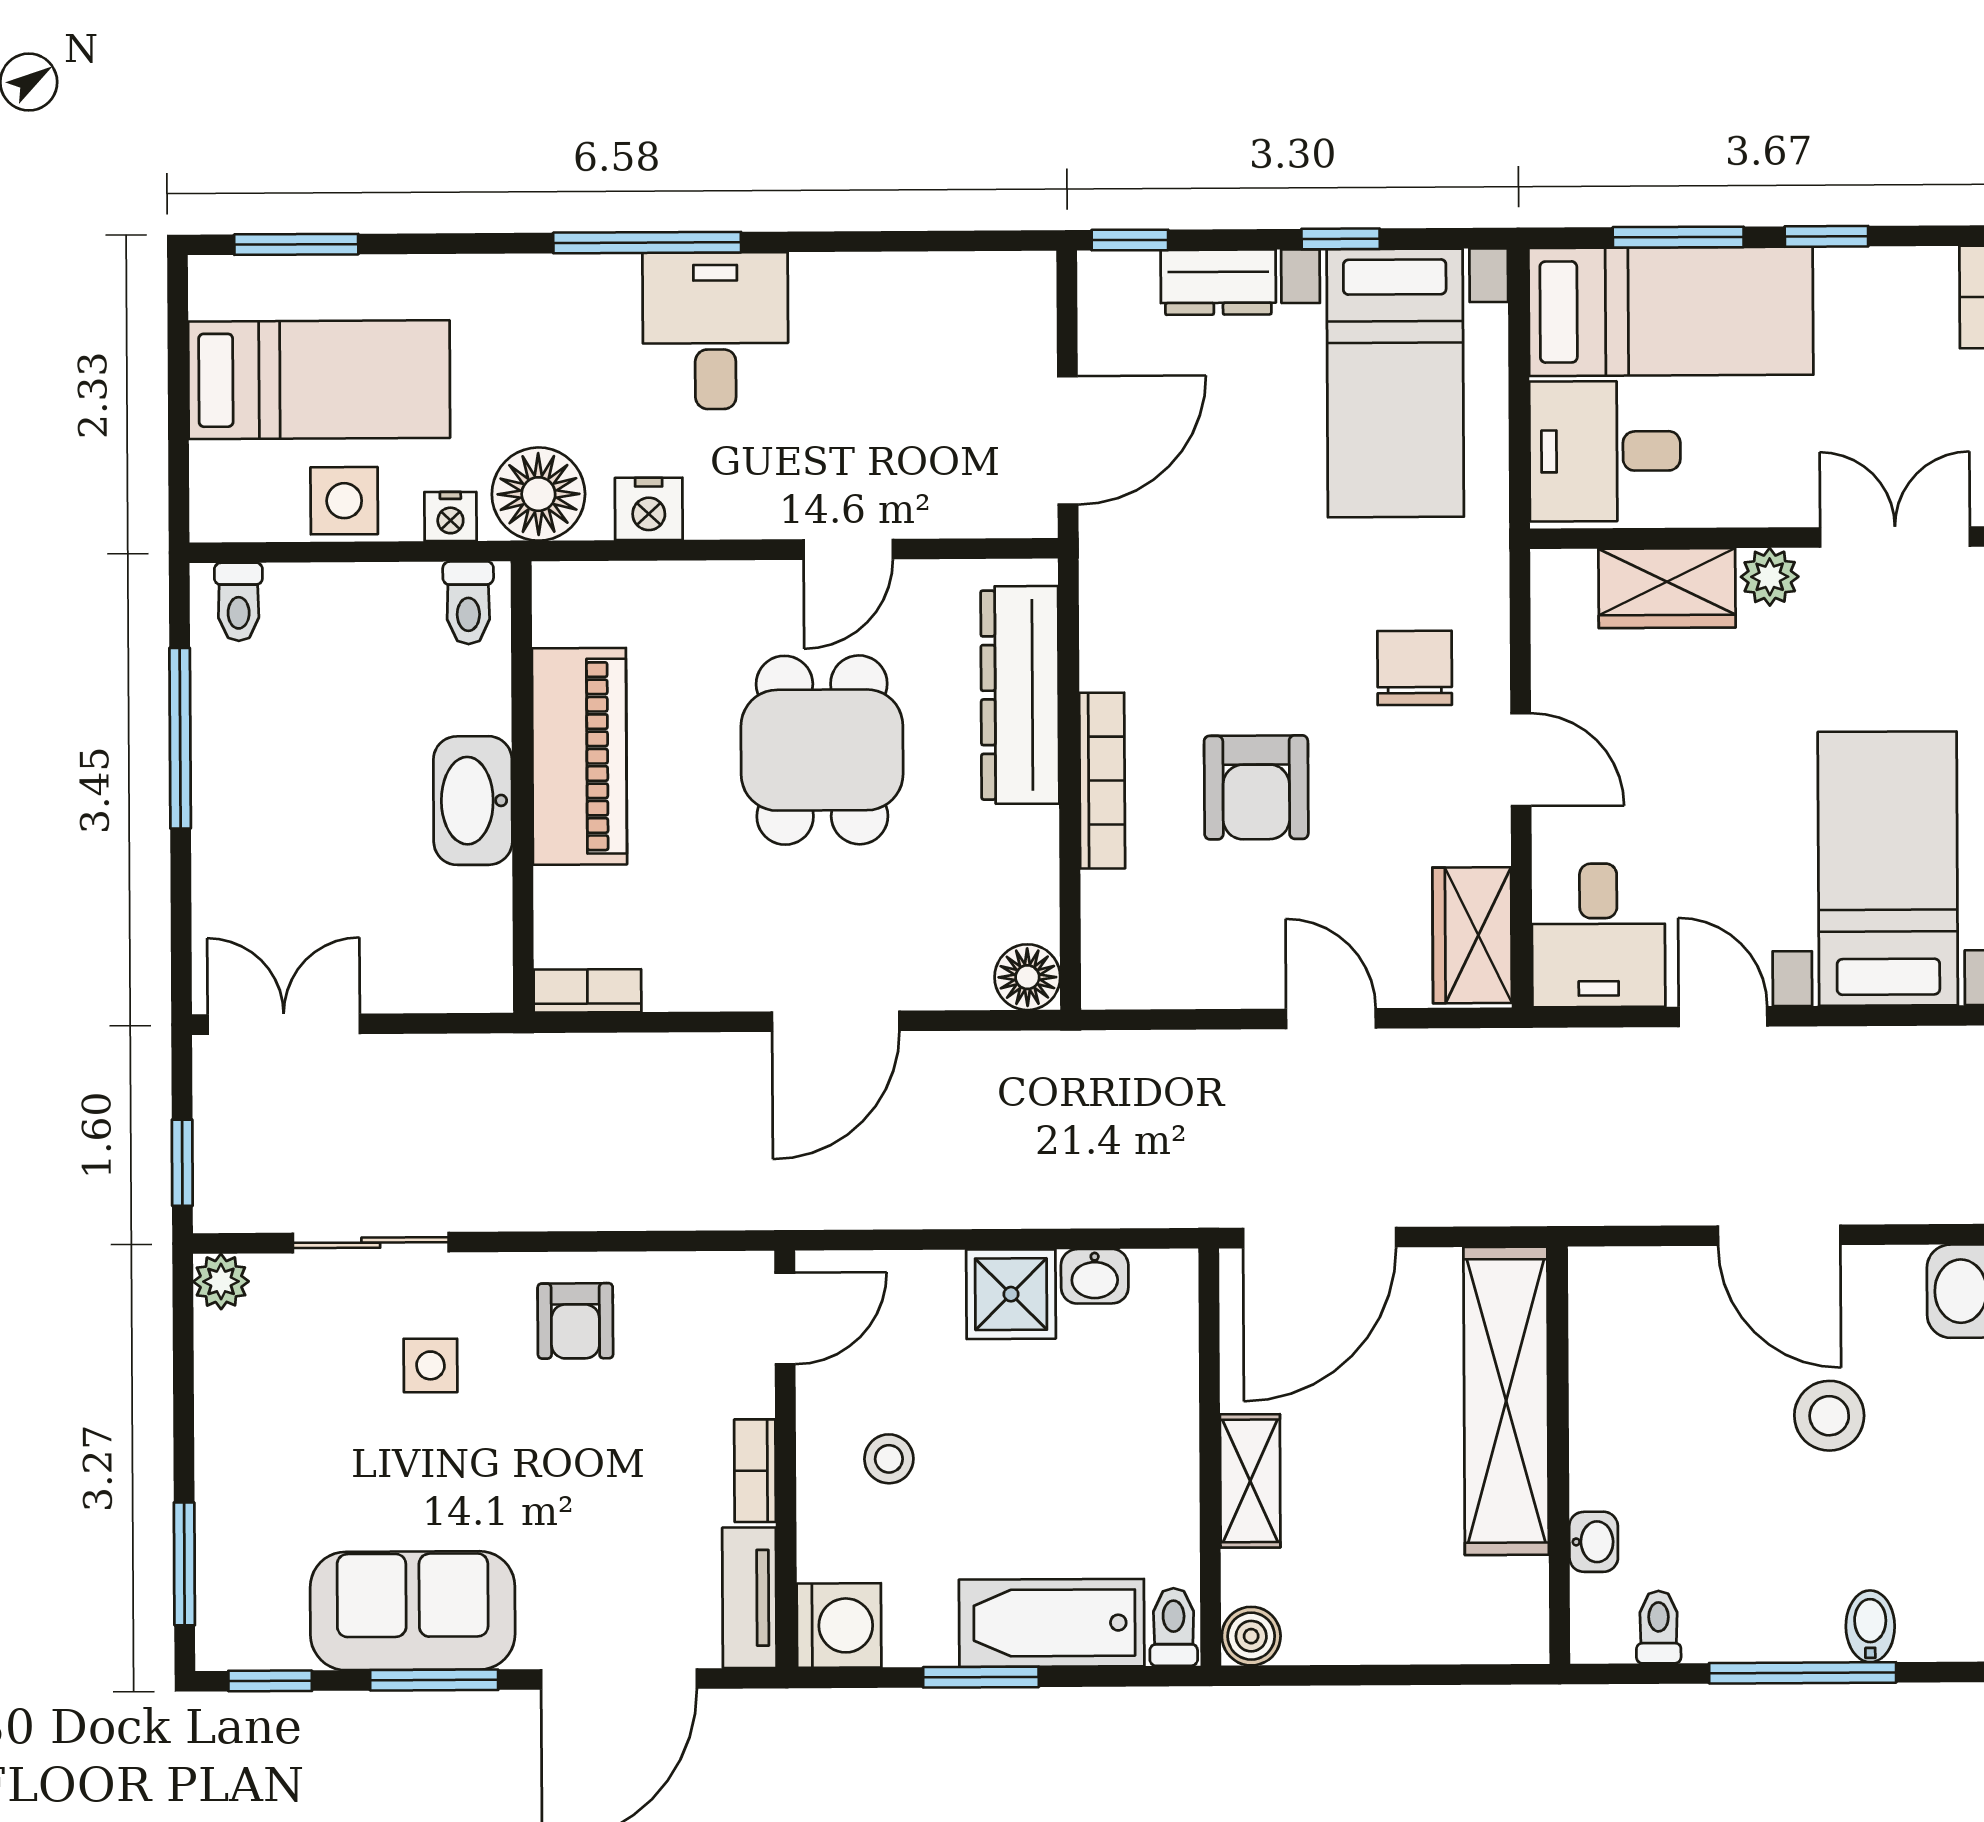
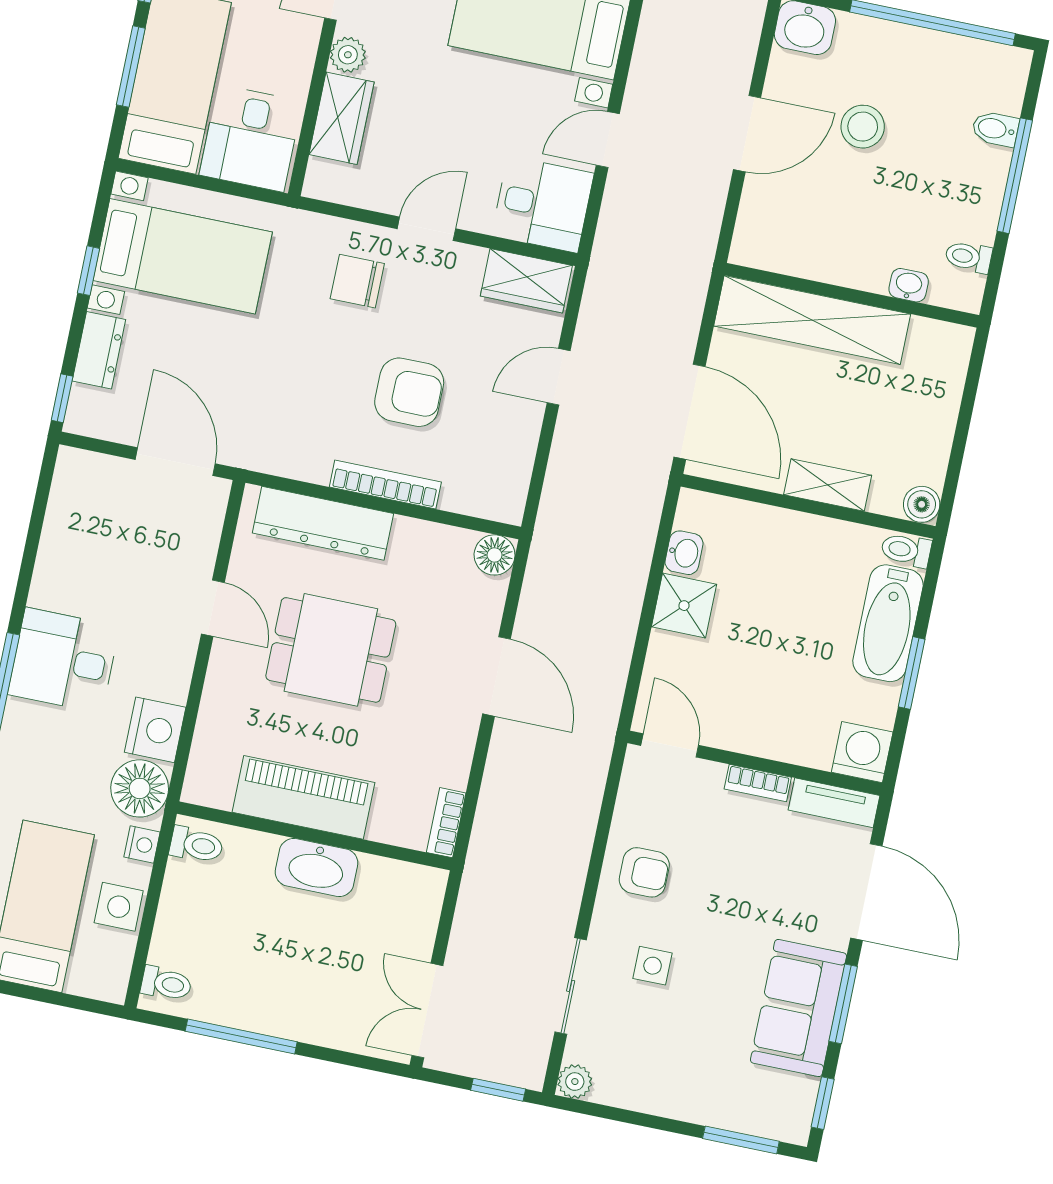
nightstand: (649, 509) -> (155, 730), width x1.36, depth x1.33
stool: (889, 1459) -> (768, 701), removed

